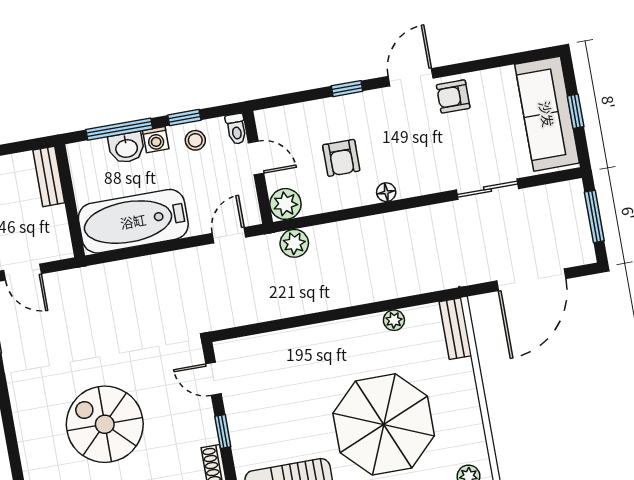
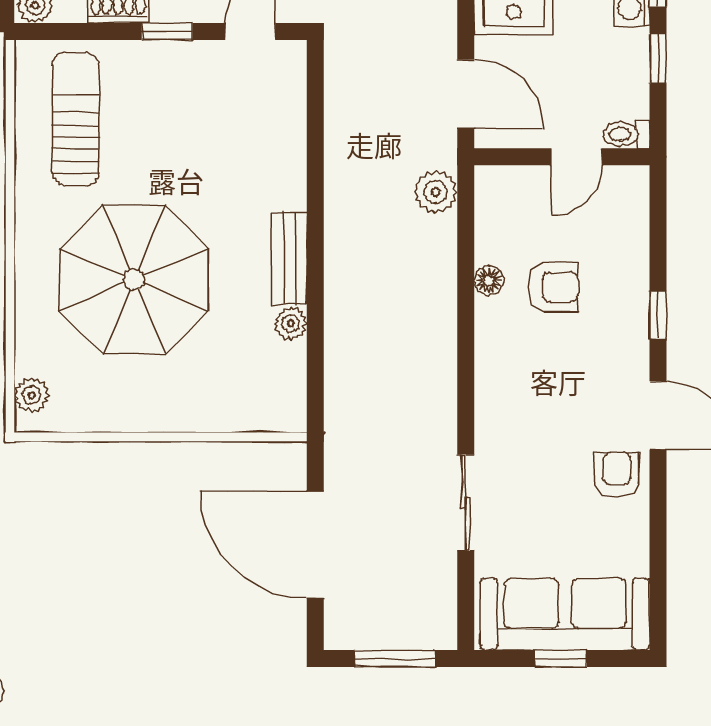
stool: (195, 140) -> (620, 69), removed
armchair: (341, 158) -> (554, 287), turned 180
floor lamp: (386, 192) -> (489, 281), moved
plant: (285, 204) -> (498, 189), removed
door: (229, 235) -> (466, 94), width x1.38
bench: (455, 329) -> (289, 258), moved, turned 90

